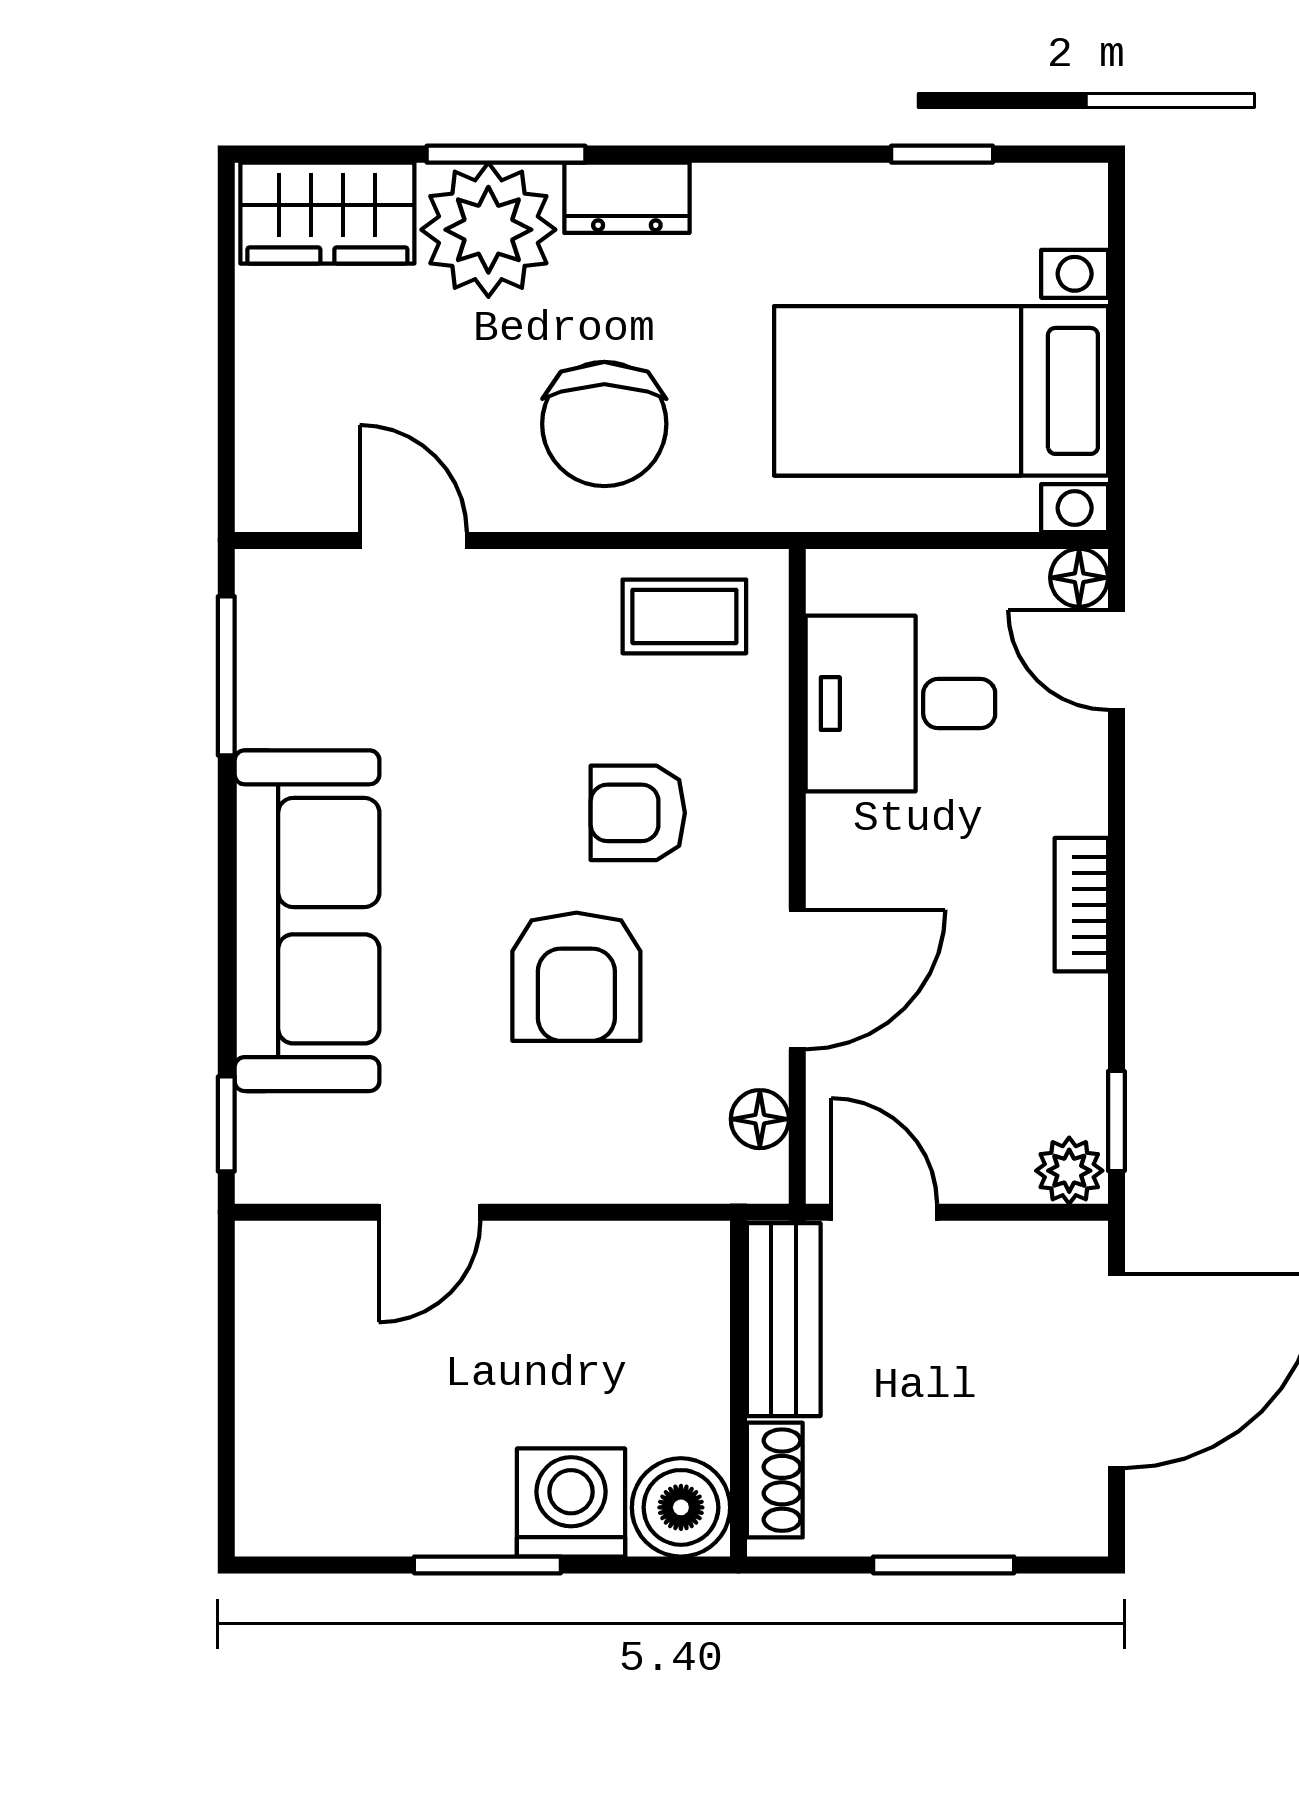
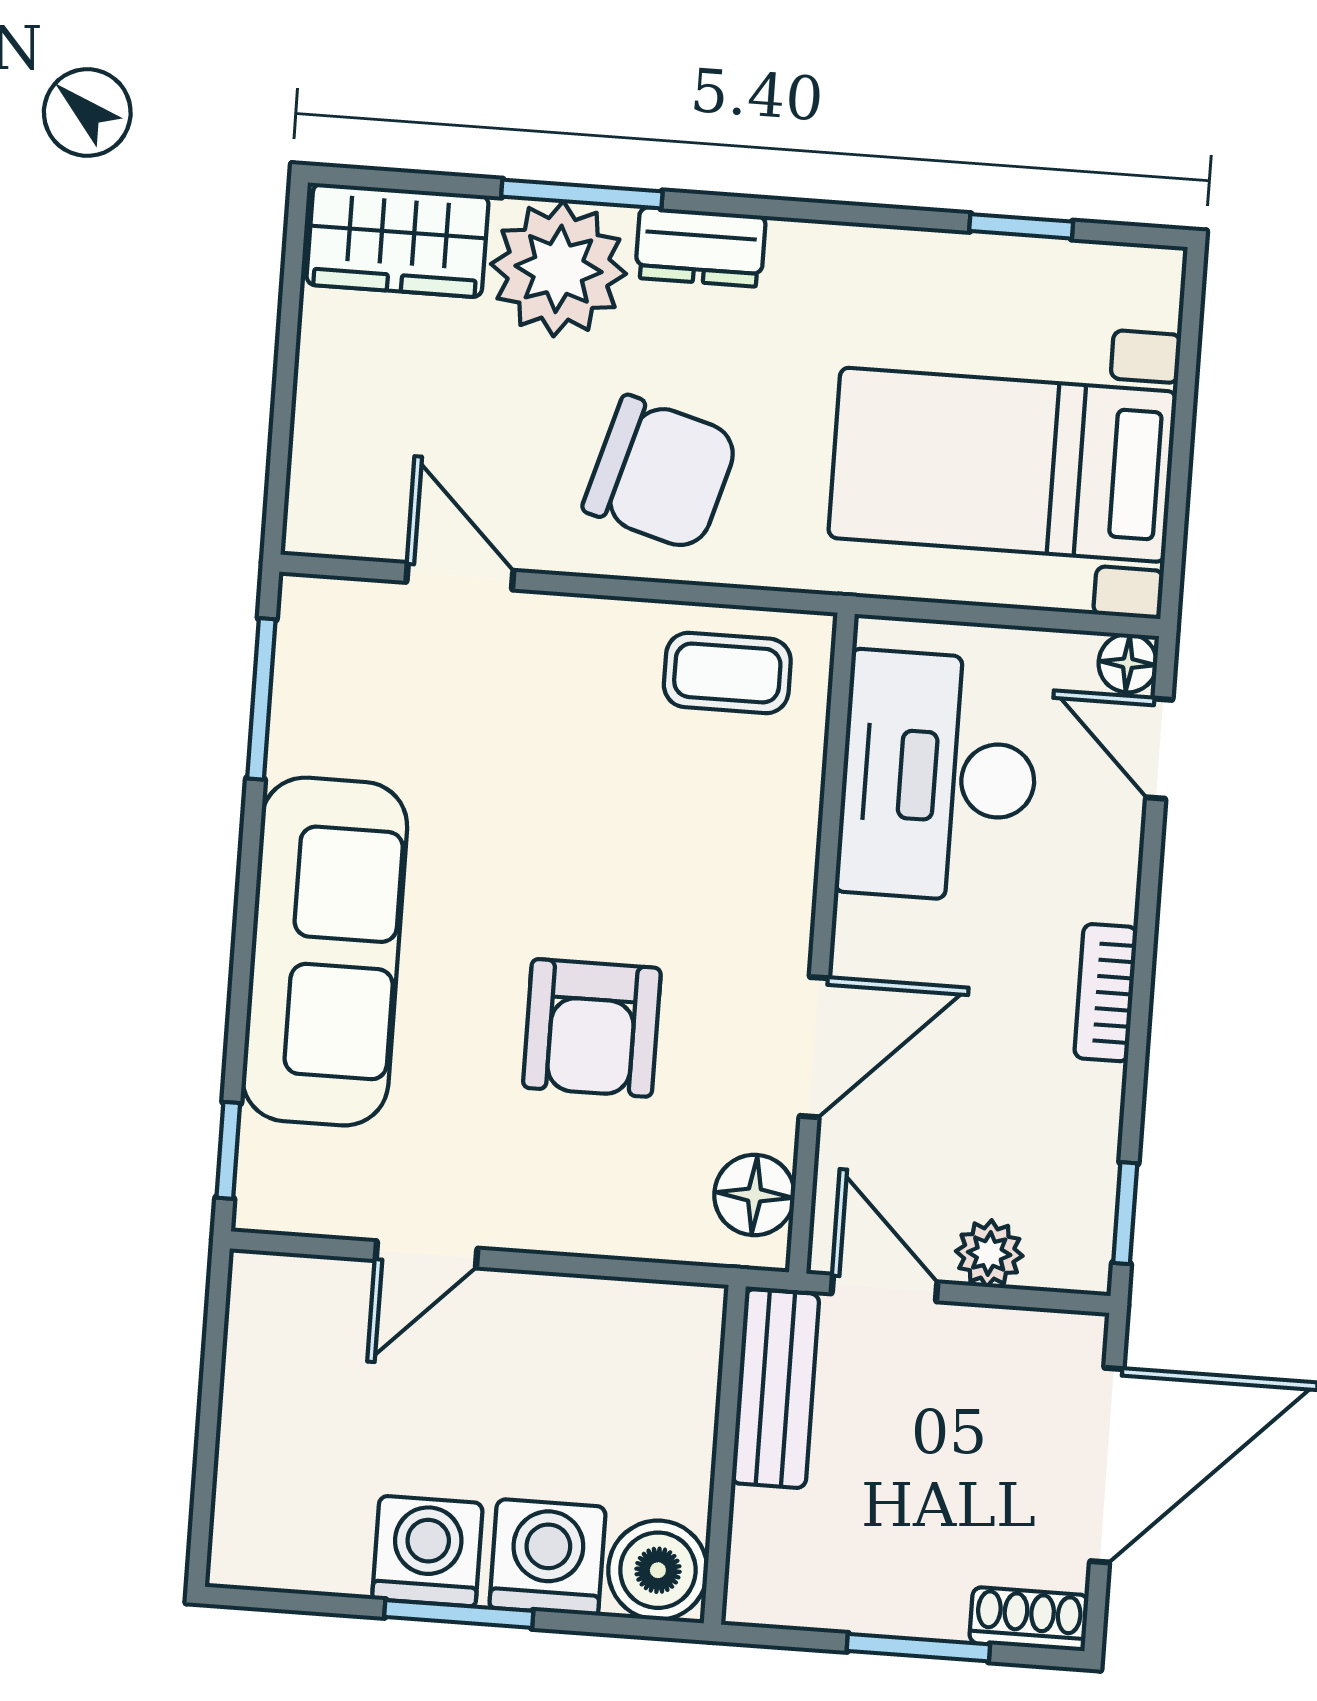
chair: (604, 424) -> (661, 473), turned -74
desk: (900, 704) -> (939, 777), width x1.37
armchair: (638, 813) -> (666, 867), removed
floor lamp: (760, 1119) -> (754, 1195), width x1.37, depth x1.37
plant: (1069, 1171) -> (989, 1254), moved
shoe rack: (775, 1480) -> (1029, 1619), moved, turned -90
washing machine: (452, 1505) -> (427, 1551), added

